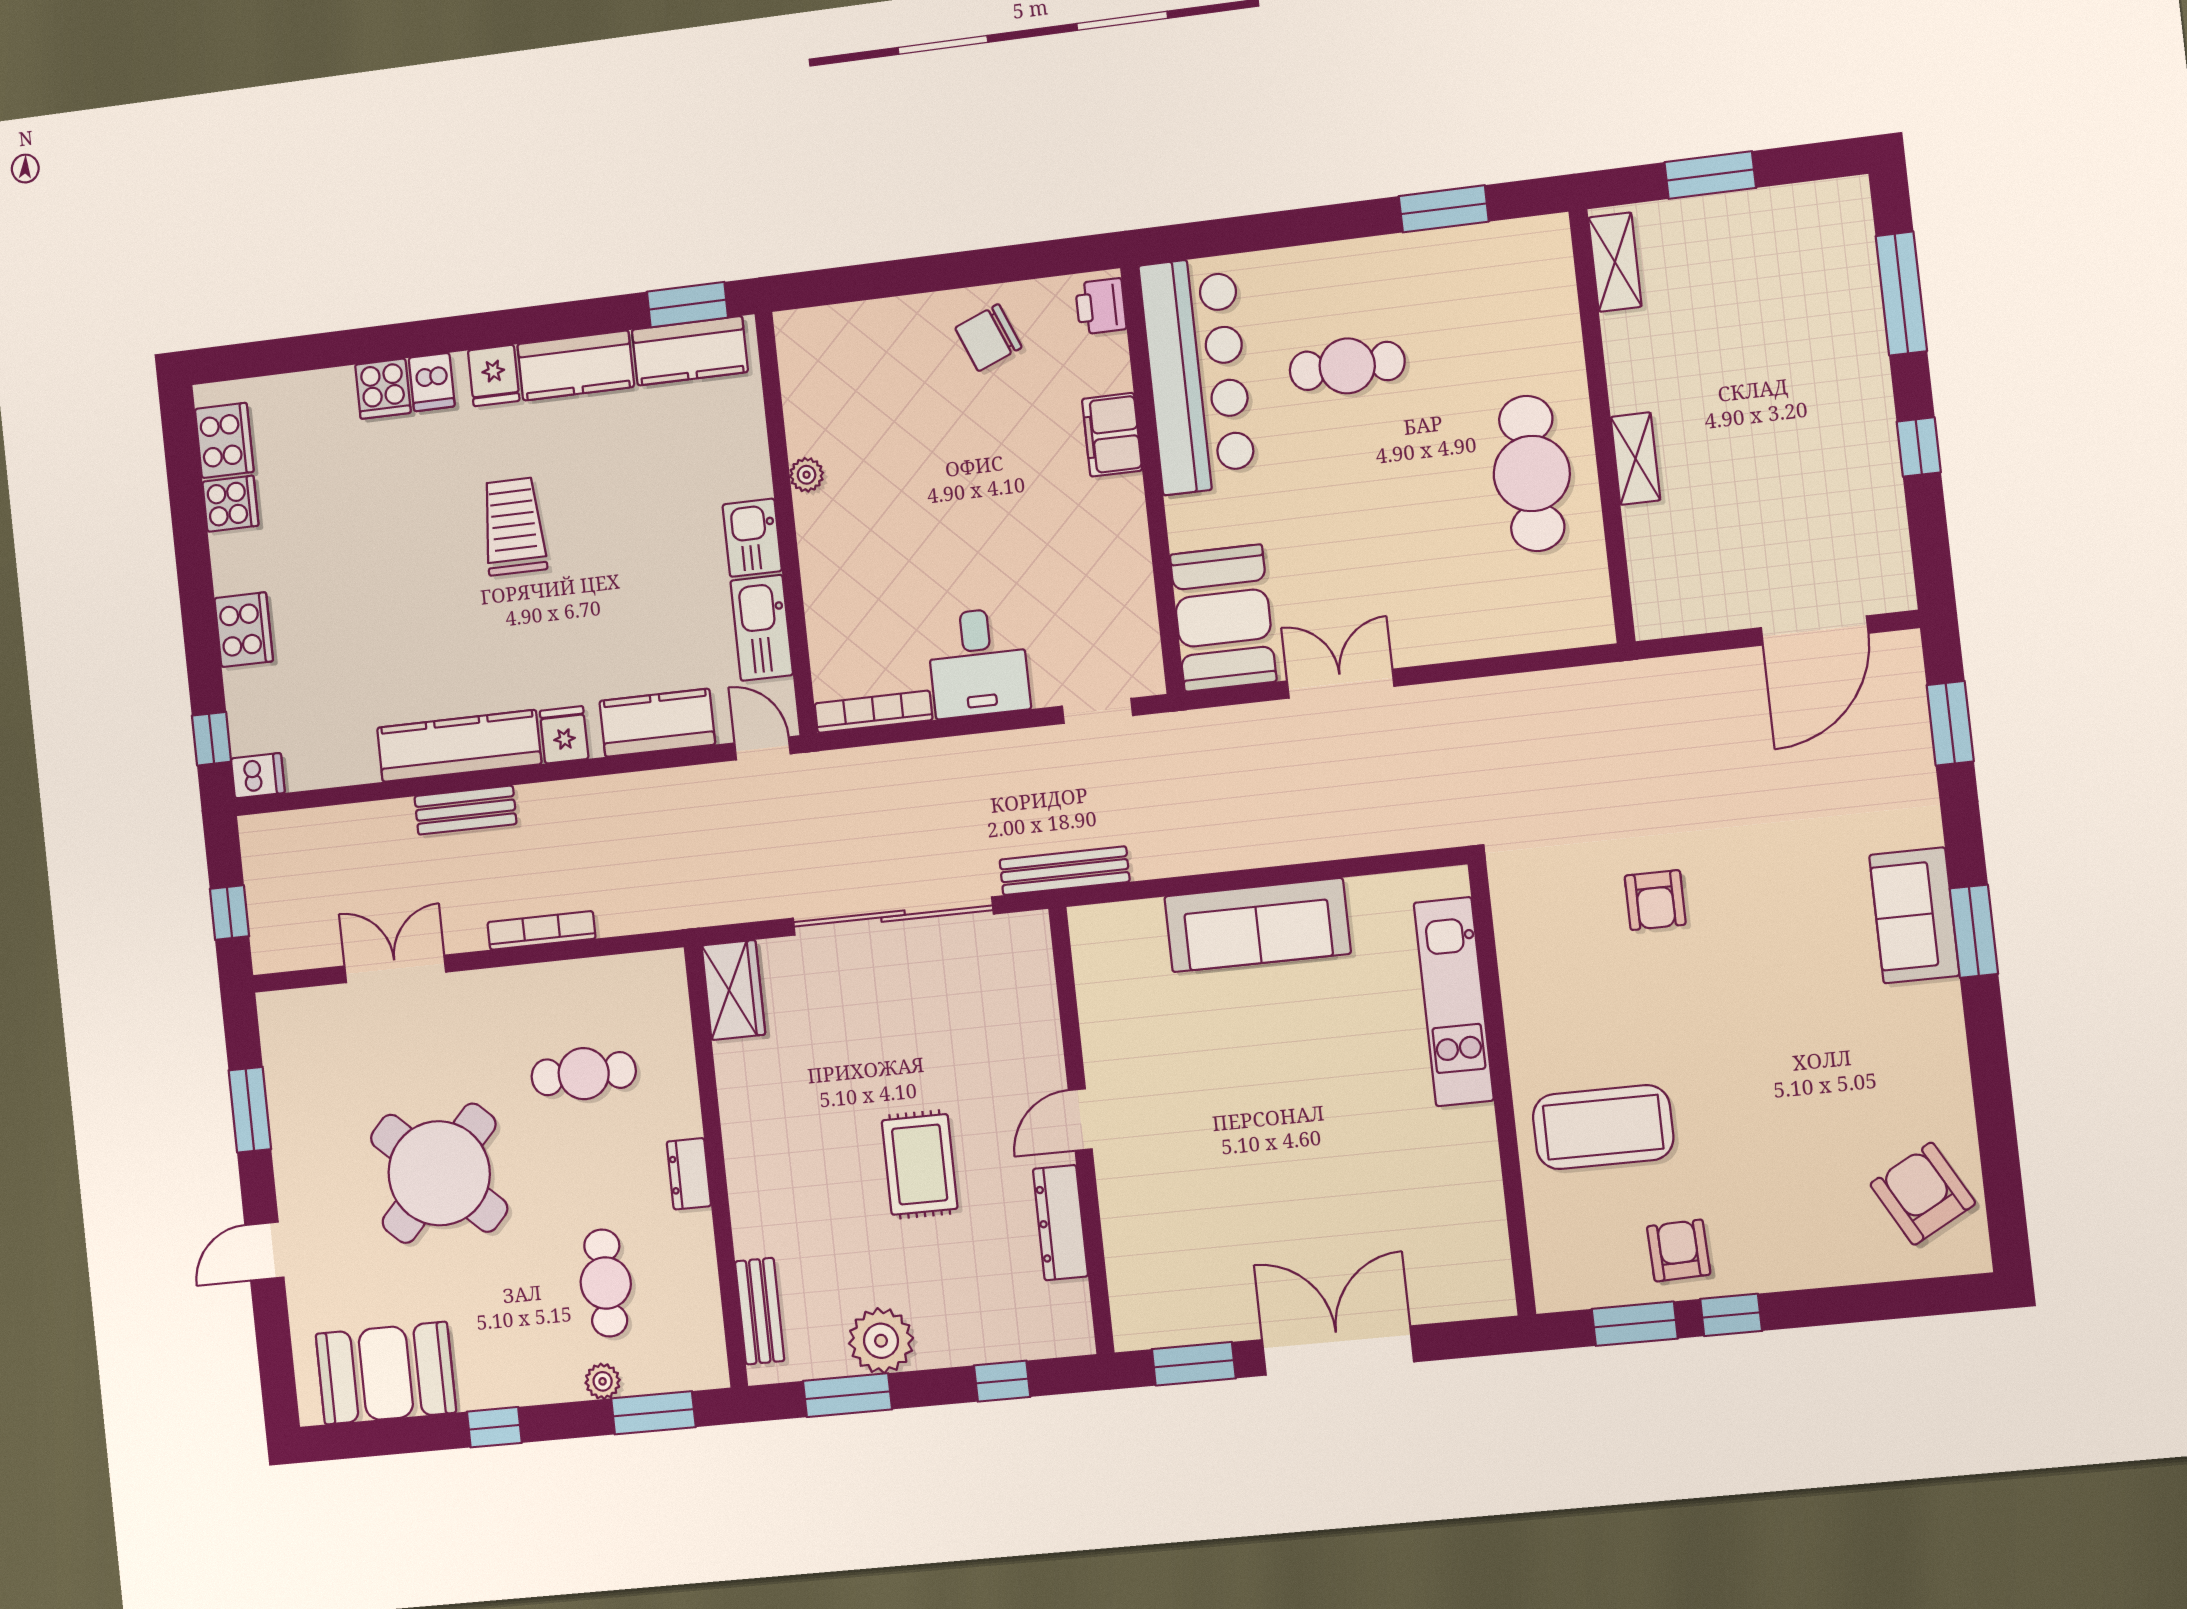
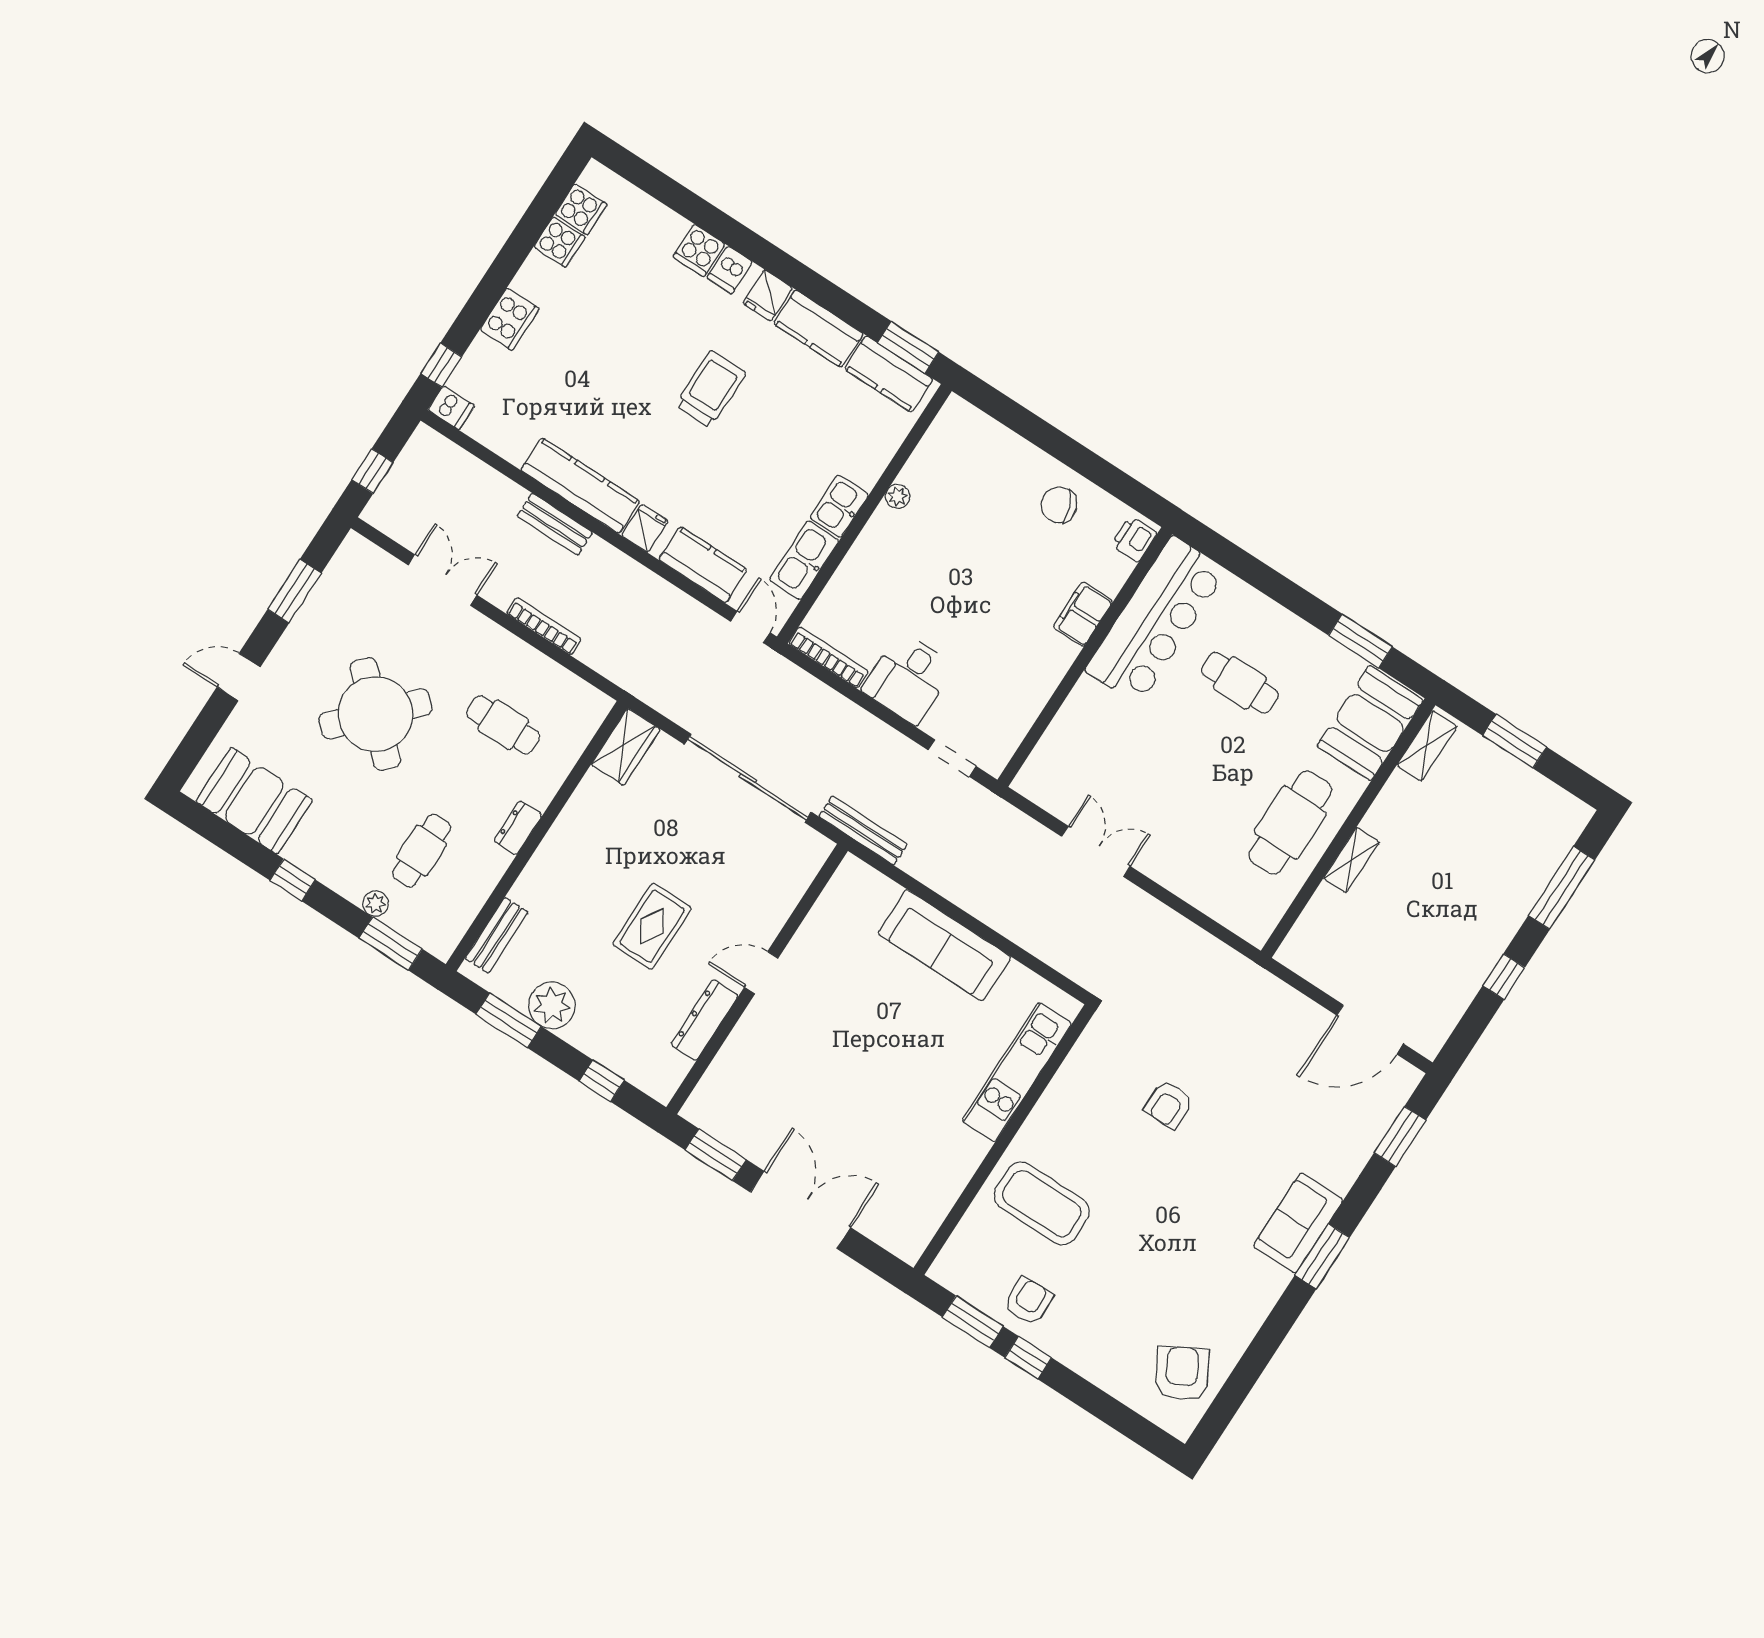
cooker: (224, 440) -> (581, 209), width x0.73
booth: (1223, 618) -> (1370, 723), moved

